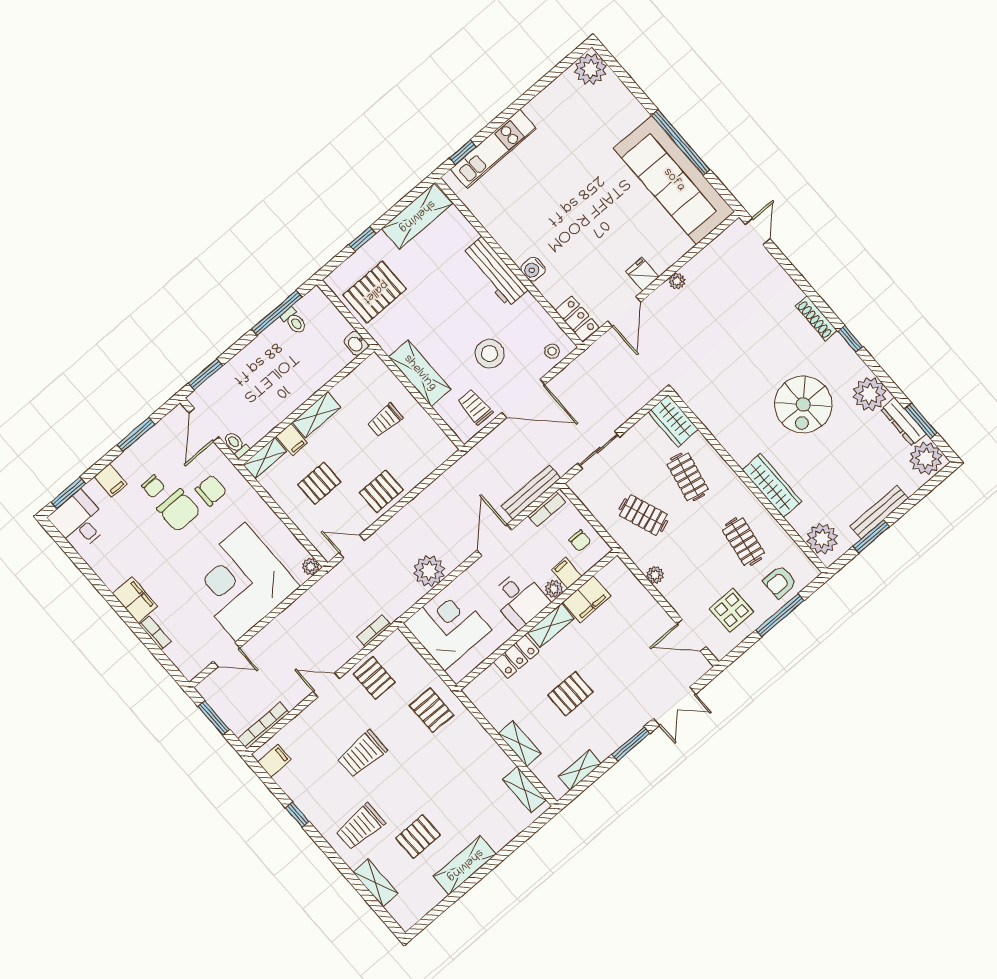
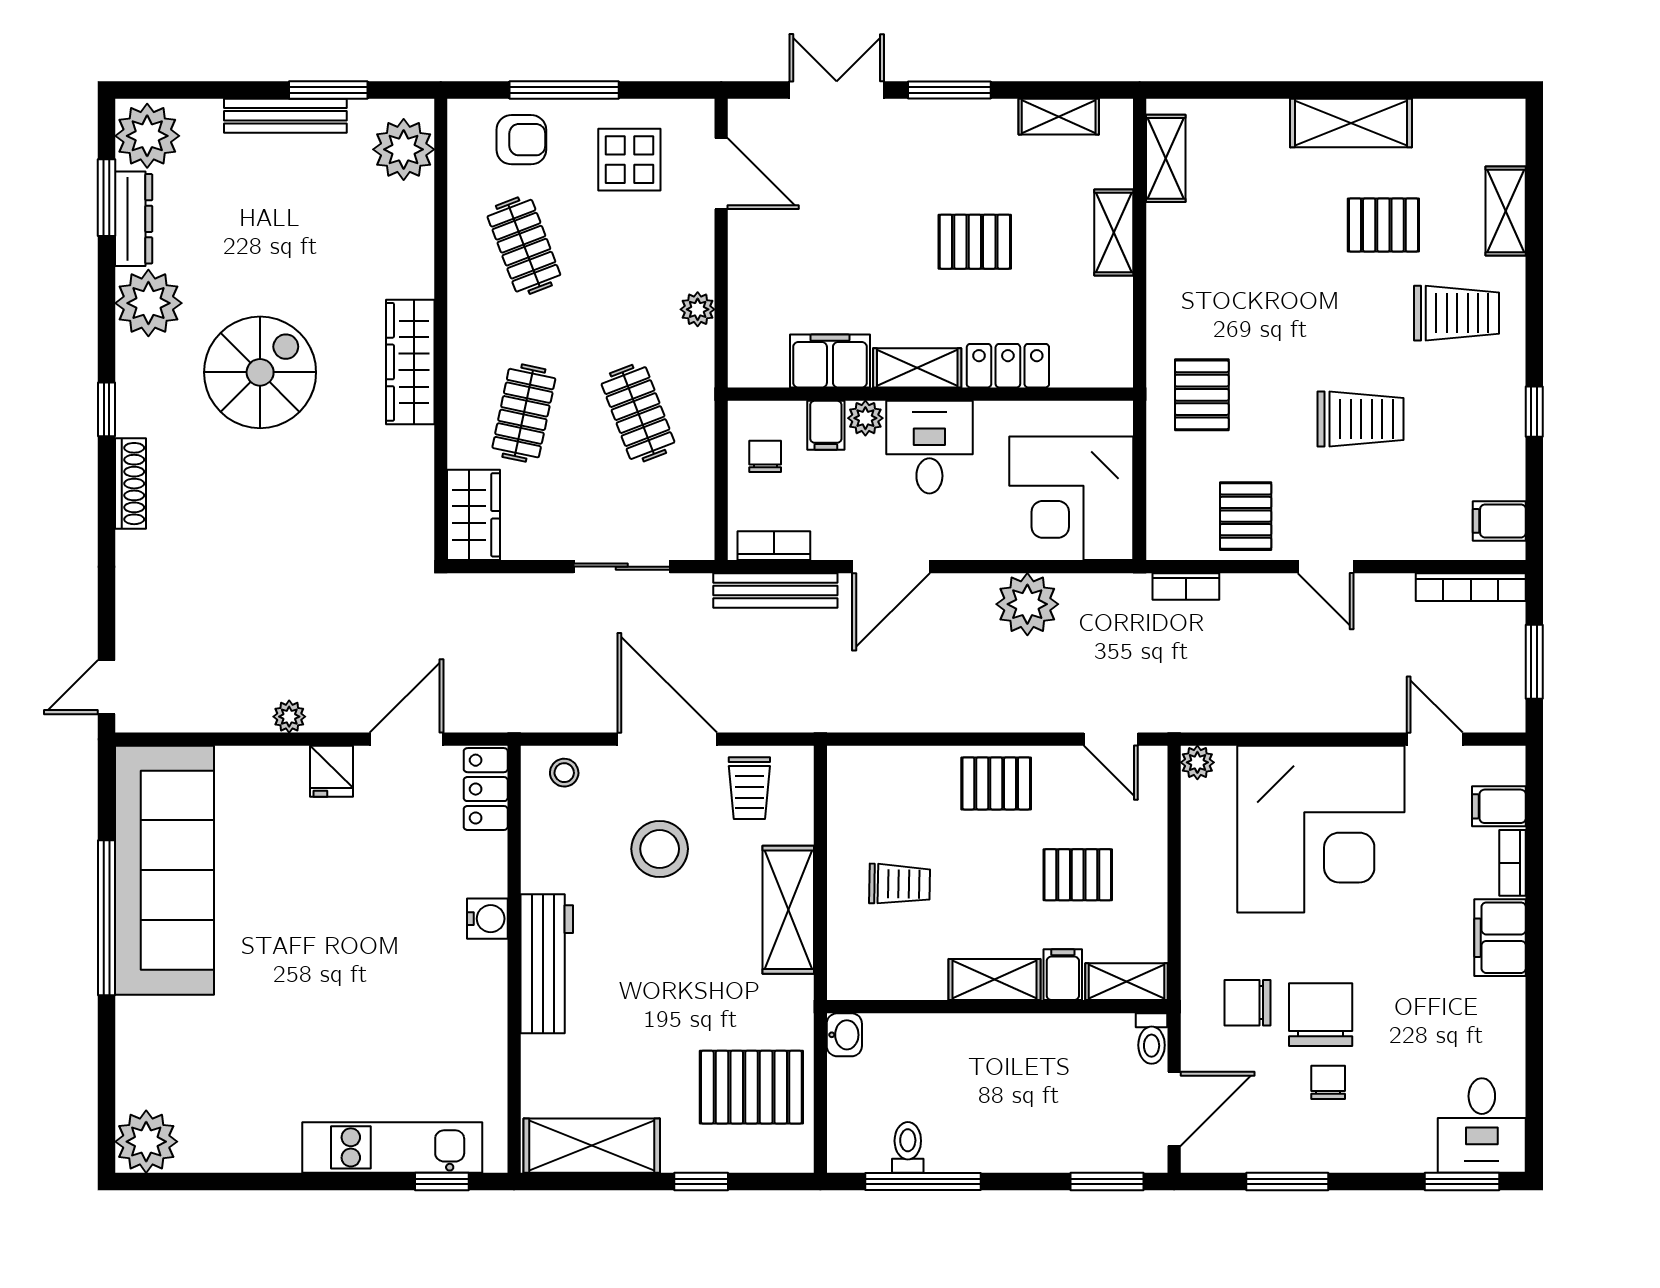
filing cabinet: (111, 480) -> (1499, 806), moved, turned -90
wardrobe: (772, 486) -> (410, 362), moved
clothes rail: (744, 542) -> (524, 246), turned -30

